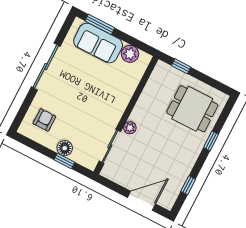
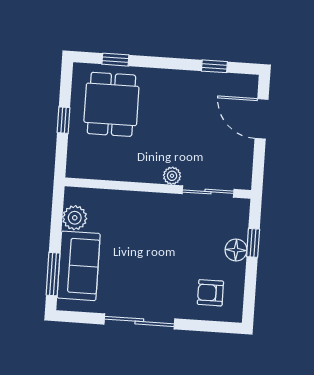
window: (181, 66) -> (64, 120), moved
window: (211, 141) -> (115, 60), moved

